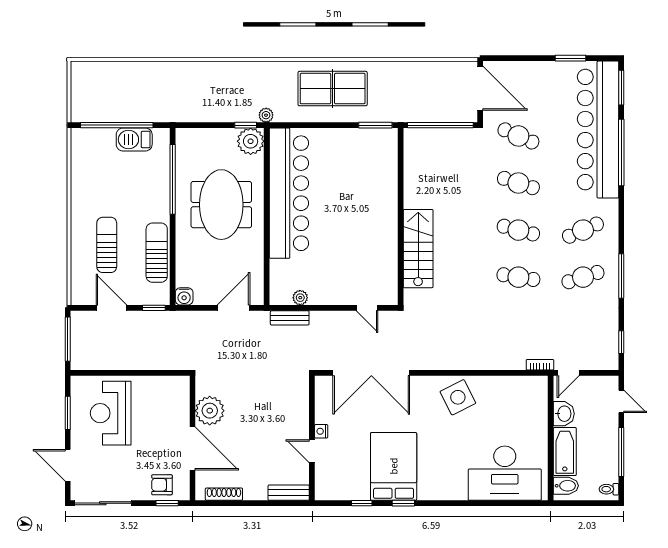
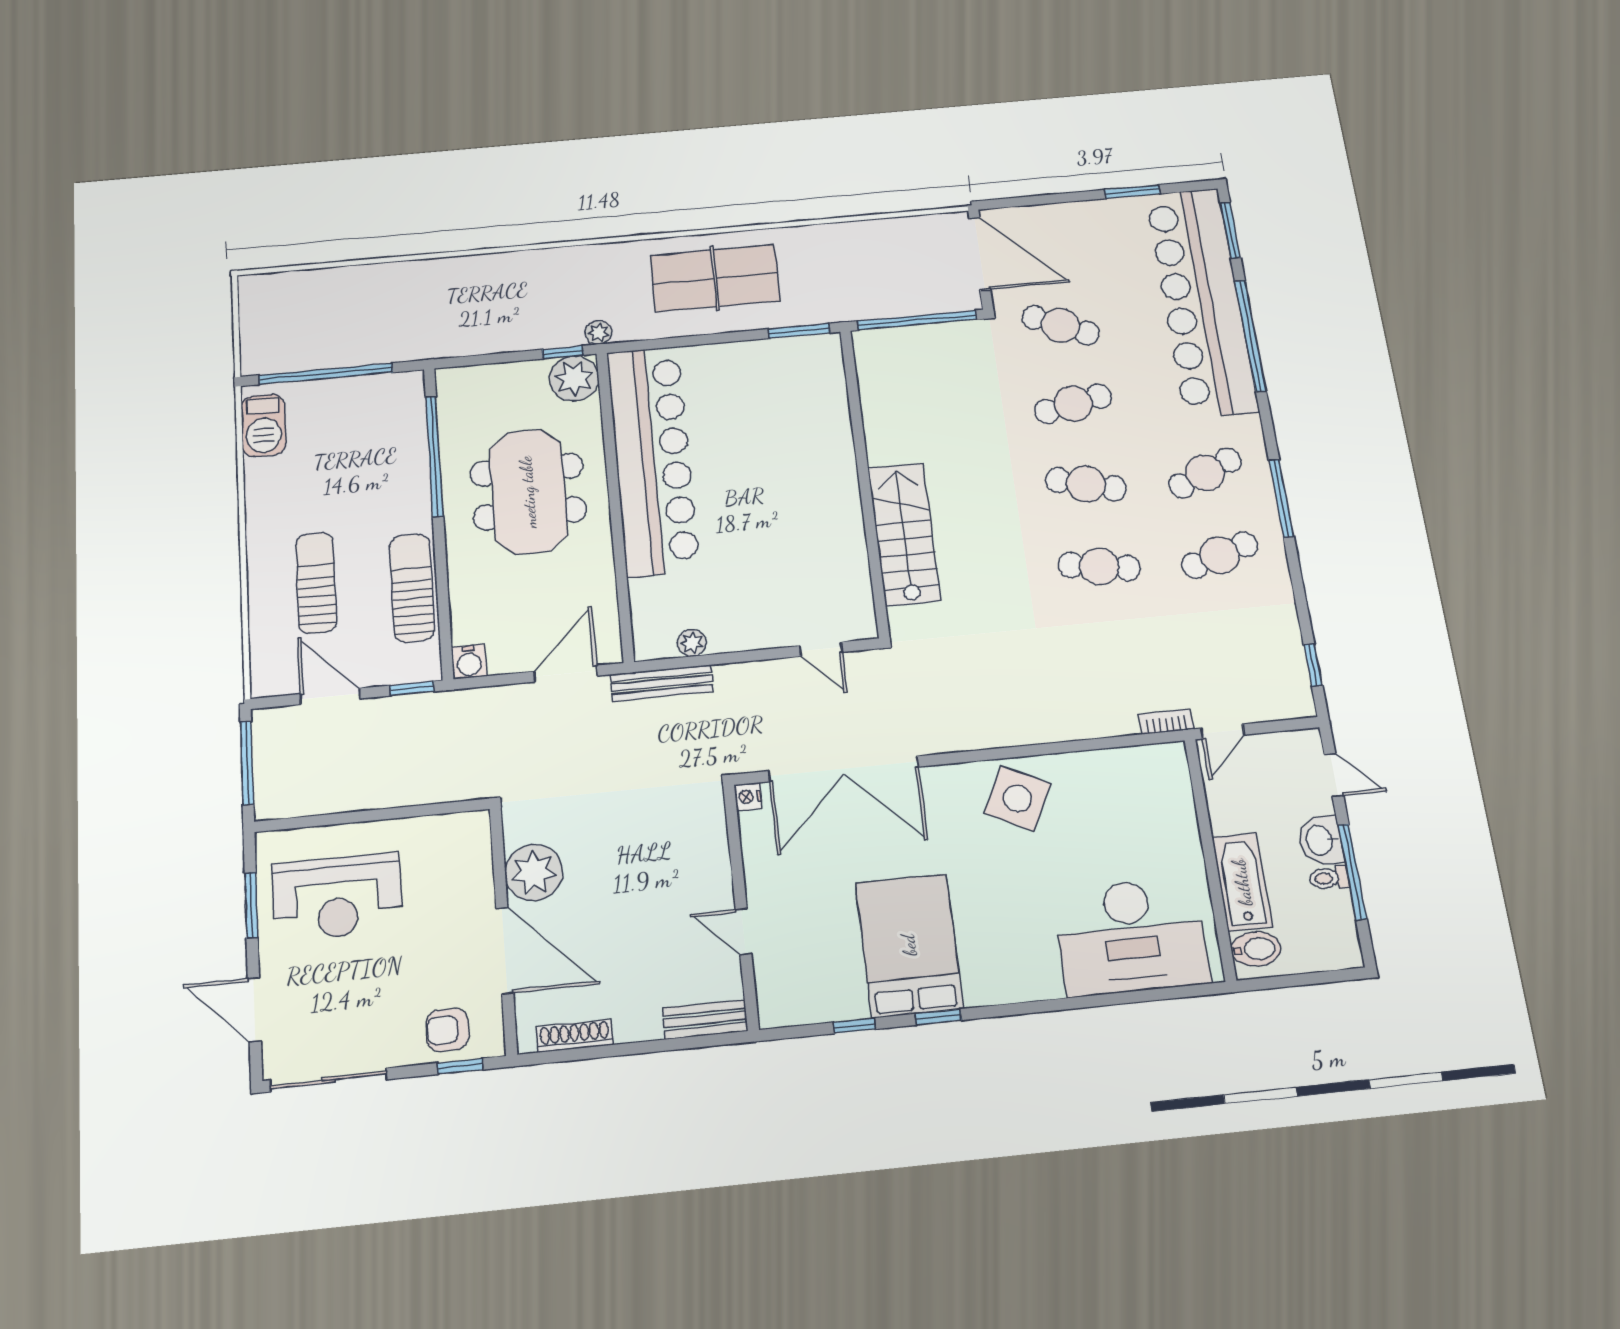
barbecue: (134, 139) -> (263, 425), moved, turned -90
cafe table: (518, 183) -> (1073, 404), turned -30
window: (621, 276) -> (1281, 498), moved
bench: (290, 318) -> (662, 683), width x1.36
side table: (458, 397) -> (1017, 798), turned -37
reception desk: (111, 413) -> (337, 897), turned -90
washbasin: (564, 414) -> (1321, 840), moved, turned 180
nightstand: (321, 431) -> (748, 797), moved
toilet: (609, 489) -> (1329, 878), moved

